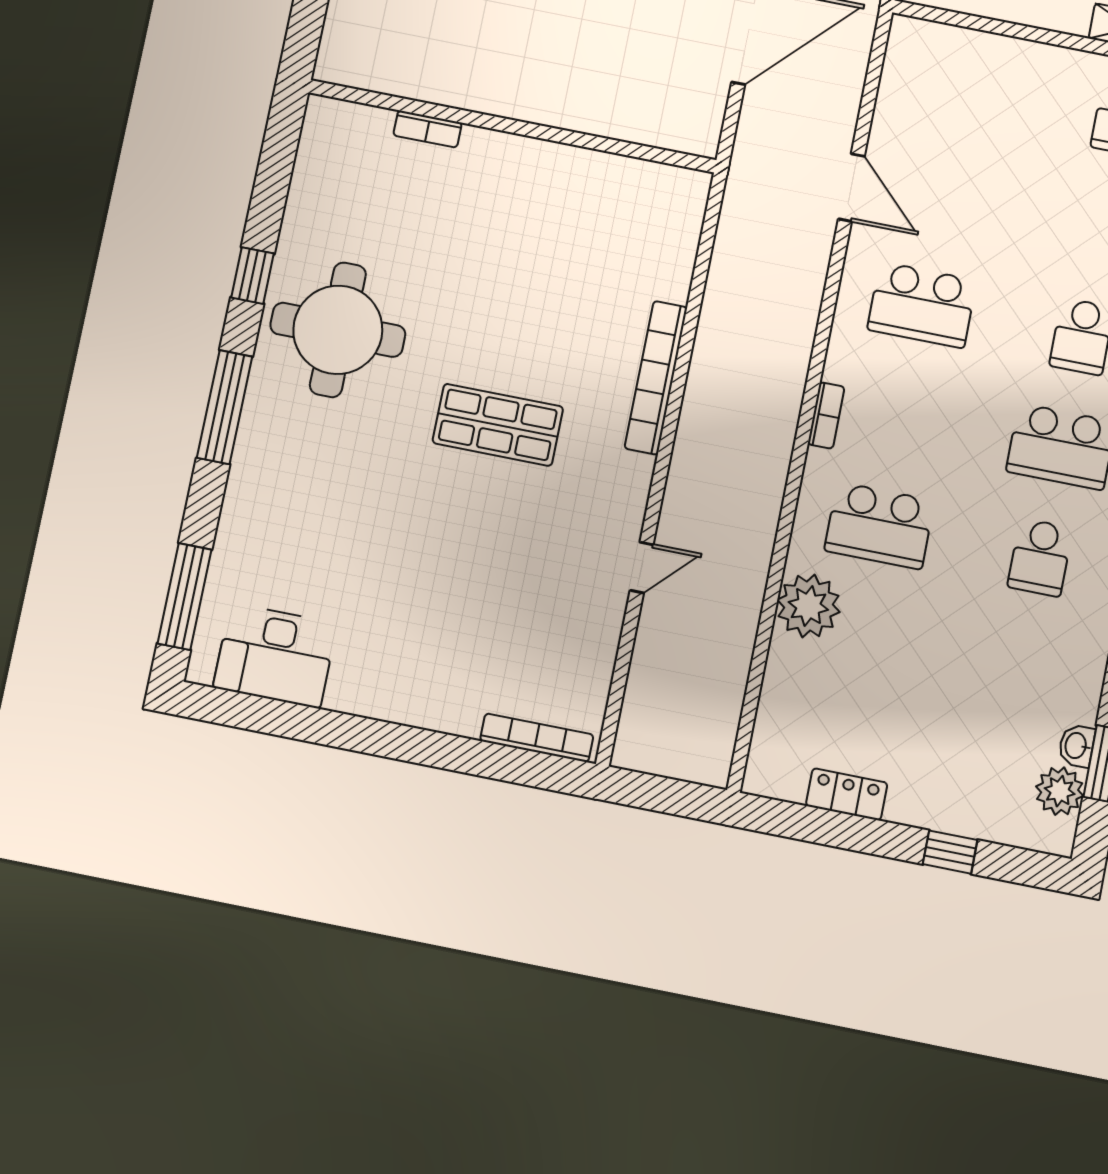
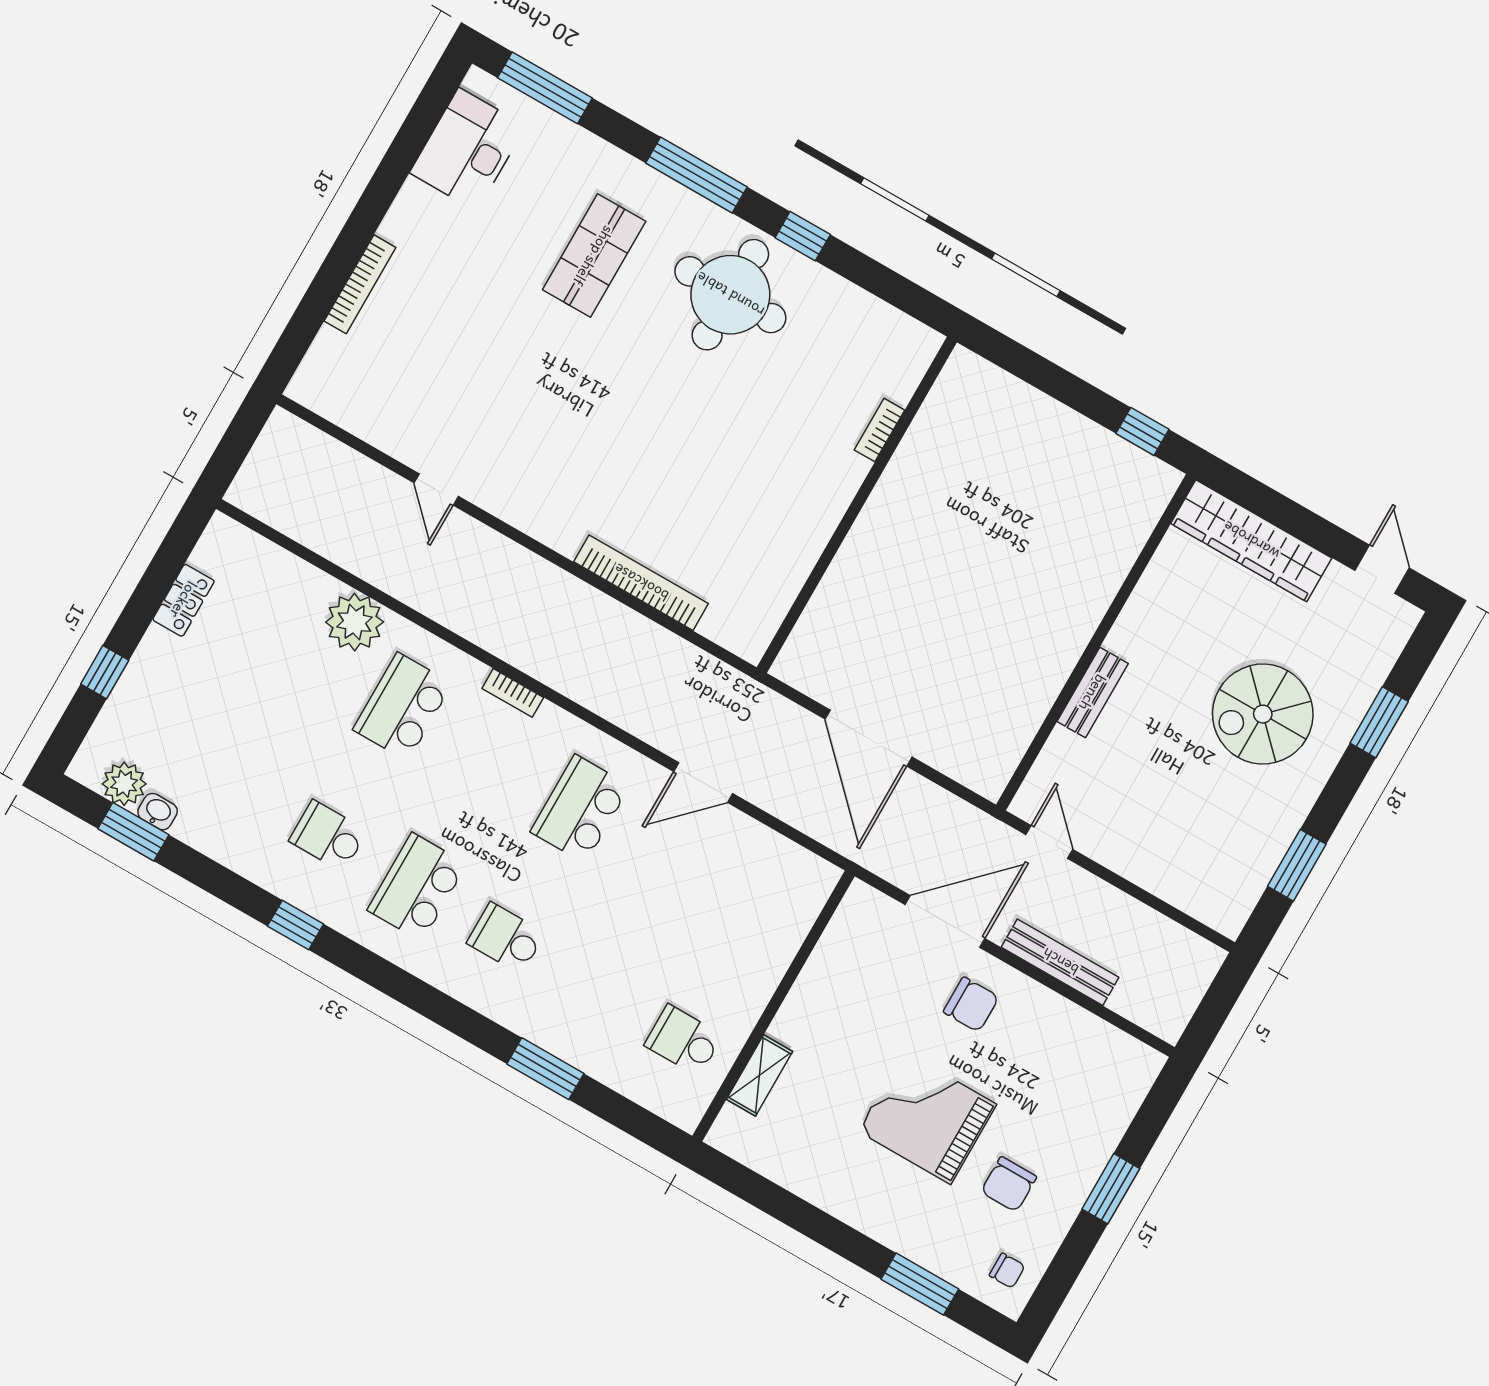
bookcase: (656, 378) -> (641, 583), moved
shop shelf: (498, 425) -> (594, 256), moved
bookcase: (537, 738) -> (360, 284), moved

